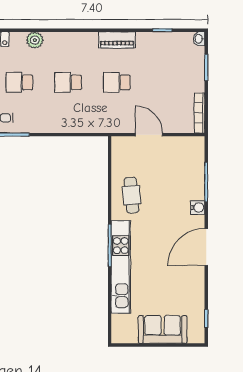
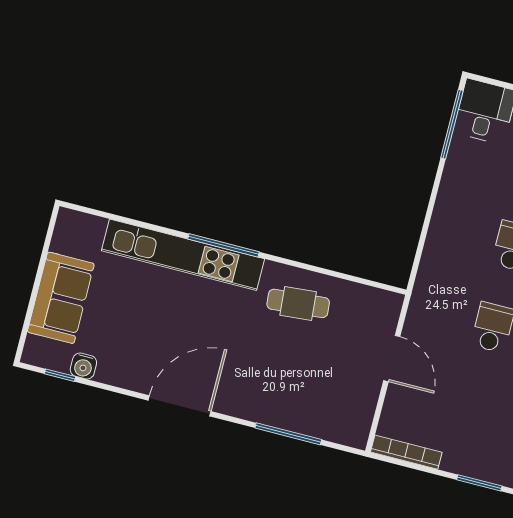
door: (149, 135) -> (392, 359), hinge flipped
water cooler: (198, 207) -> (83, 366), moved
door: (206, 247) -> (180, 406), hinge flipped

